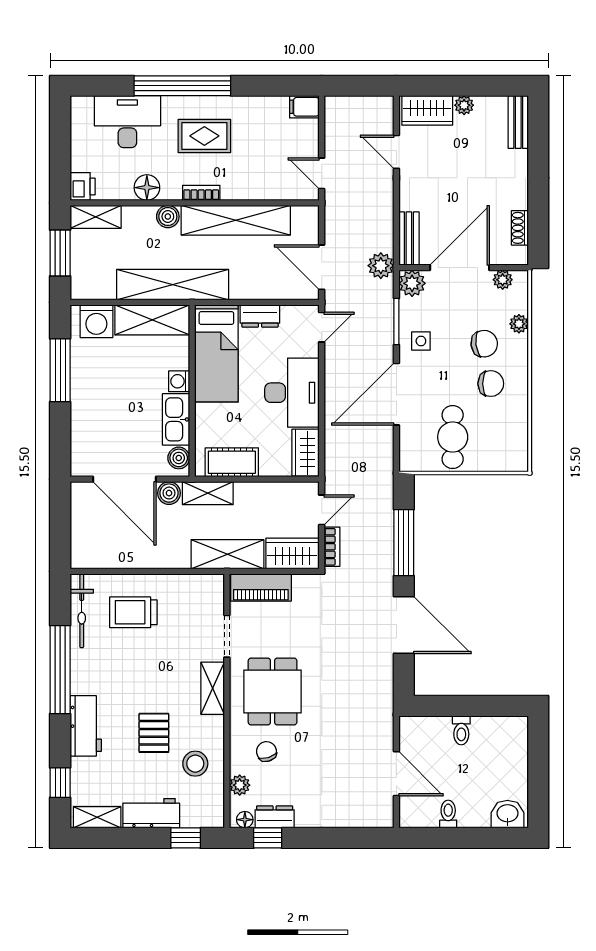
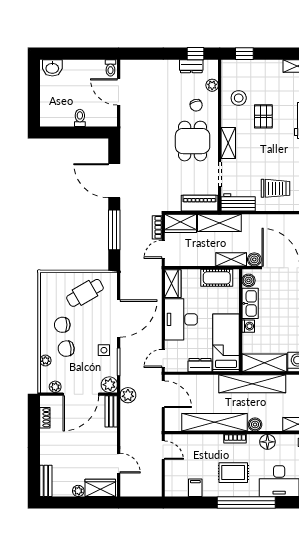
filing cabinet: (304, 107) -> (195, 488), moved, turned -90
cafe table: (453, 437) -> (85, 293), turned 60
workbench: (151, 813) -> (238, 202), moved, turned 180
toilet: (448, 814) -> (110, 68), moved
floor lamp: (245, 820) -> (209, 65), removed

